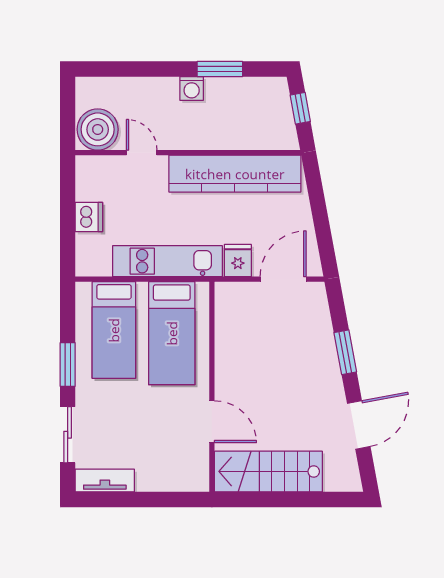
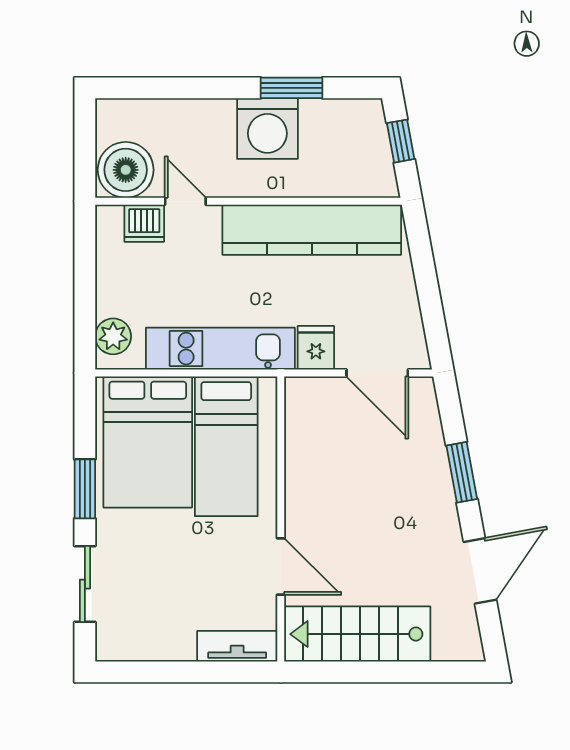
washing machine: (192, 88) -> (267, 129), width x1.89, depth x1.89
dishwasher: (89, 217) -> (144, 223), moved, turned 90
plant: (88, 252) -> (113, 336), added
door: (283, 279) -> (377, 373), swing flipped
bed: (114, 330) -> (148, 442), width x1.50
tv unit: (105, 481) -> (237, 646), moved

